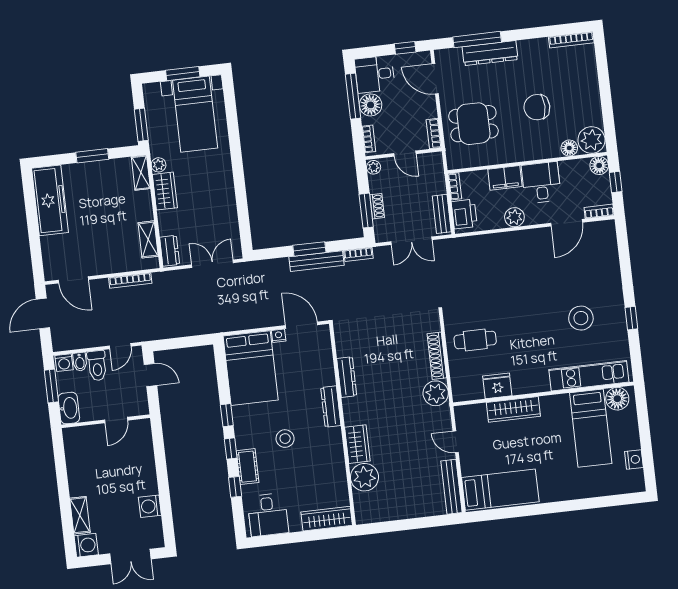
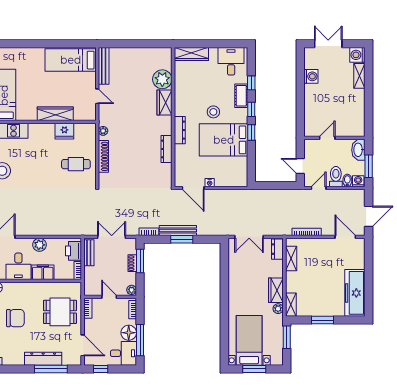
bed: (251, 368) -> (224, 140), moved, turned -90
plant: (436, 393) -> (103, 131), width x0.53, depth x0.53

